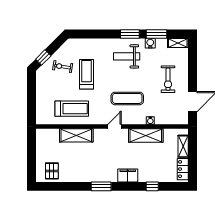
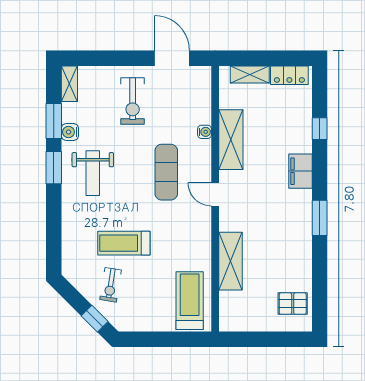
exercise bike: (168, 79) -> (133, 101), turned 90
treadmill: (72, 109) -> (190, 301), moved

